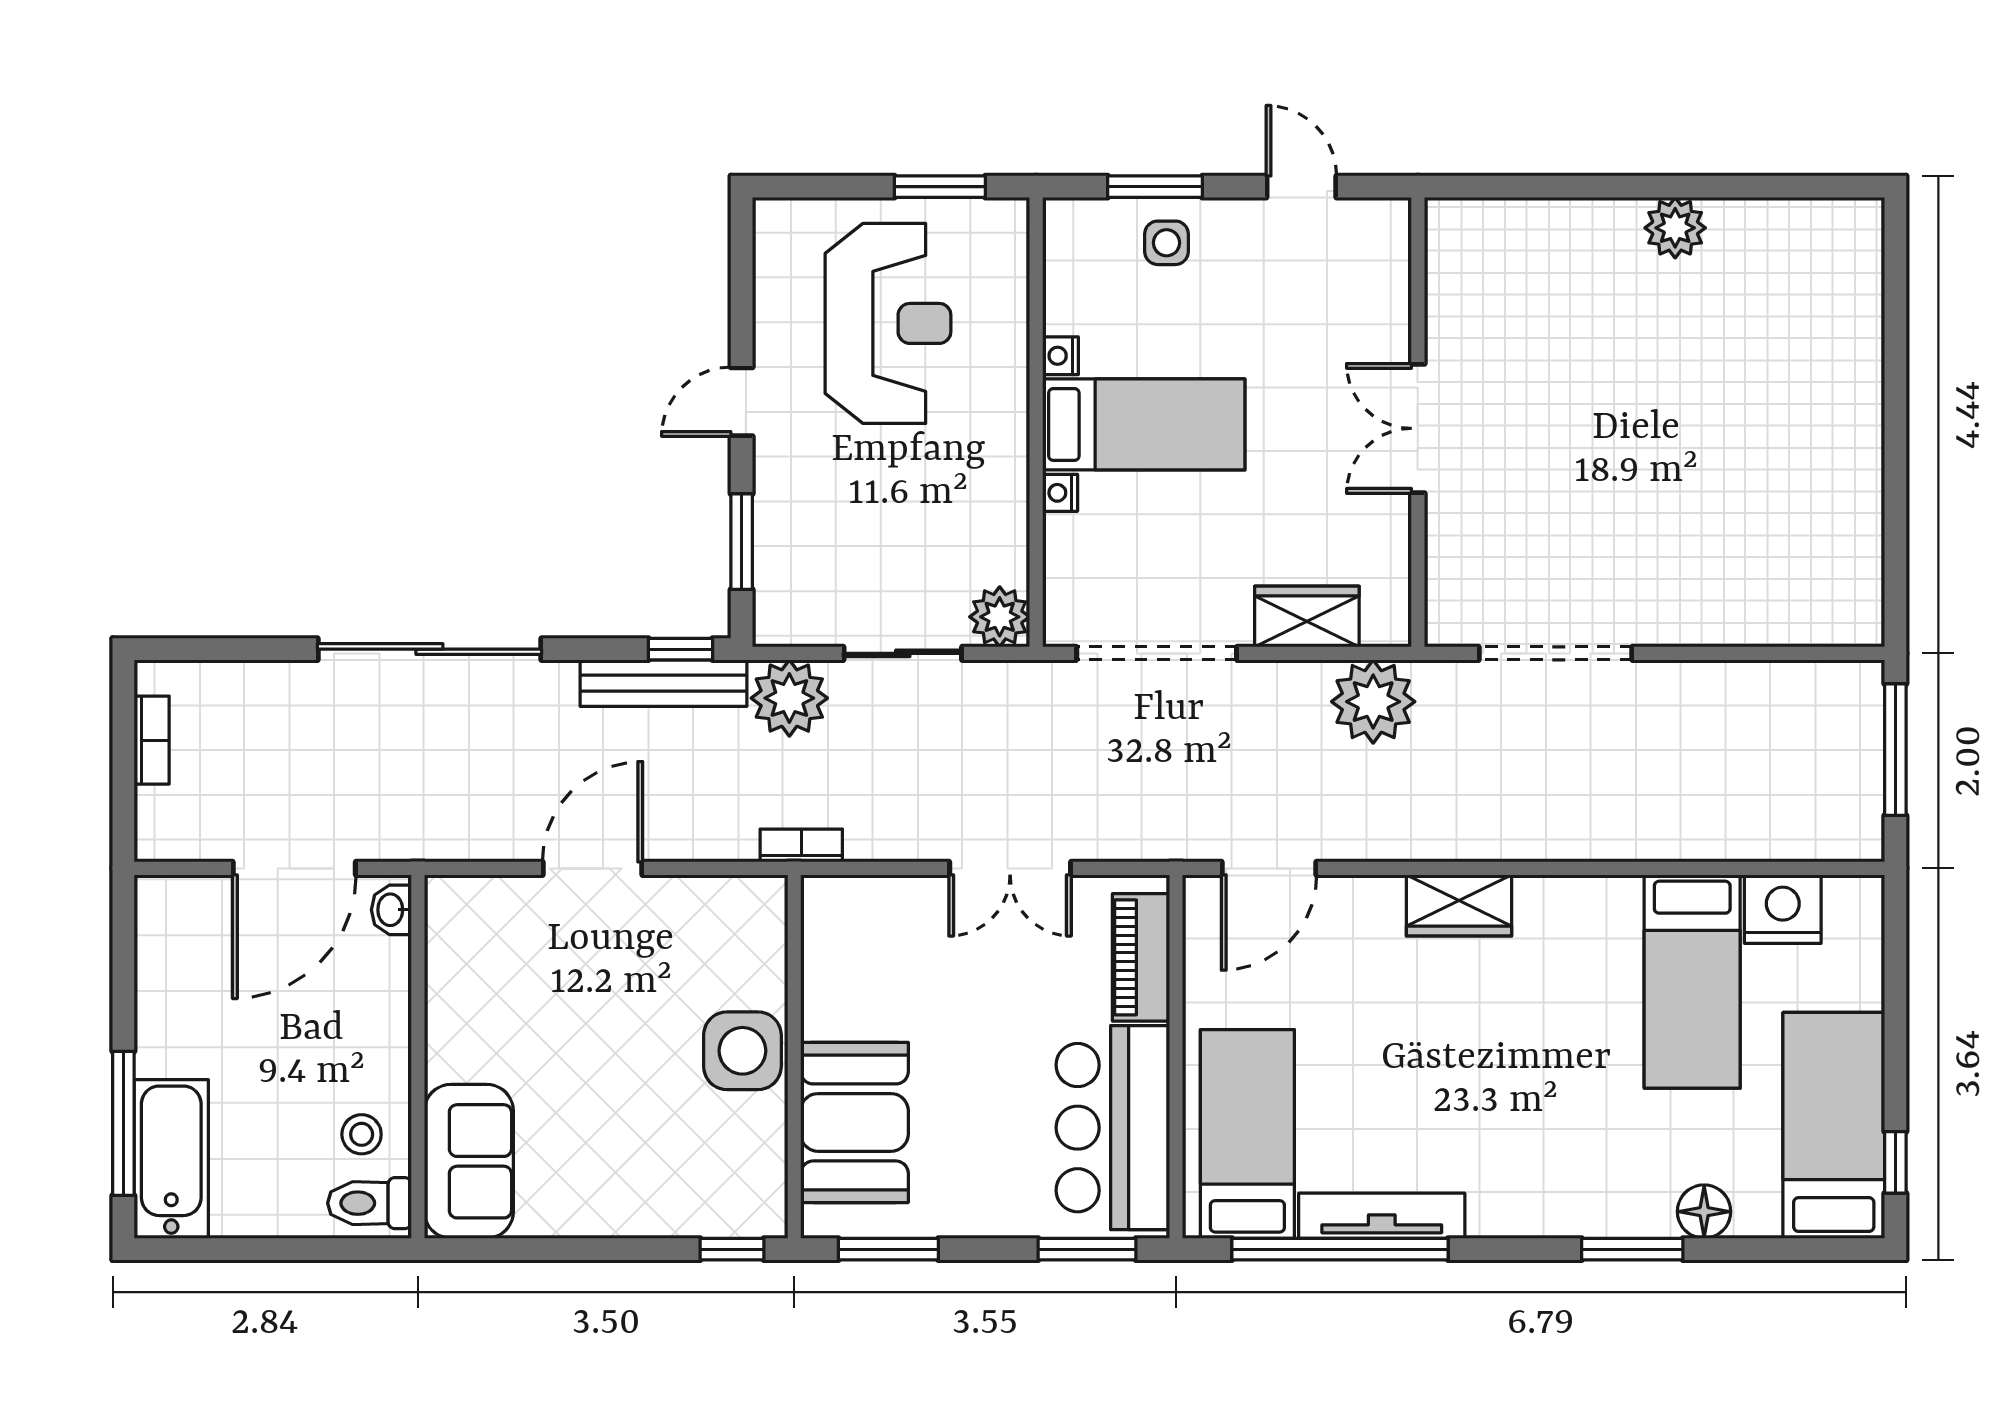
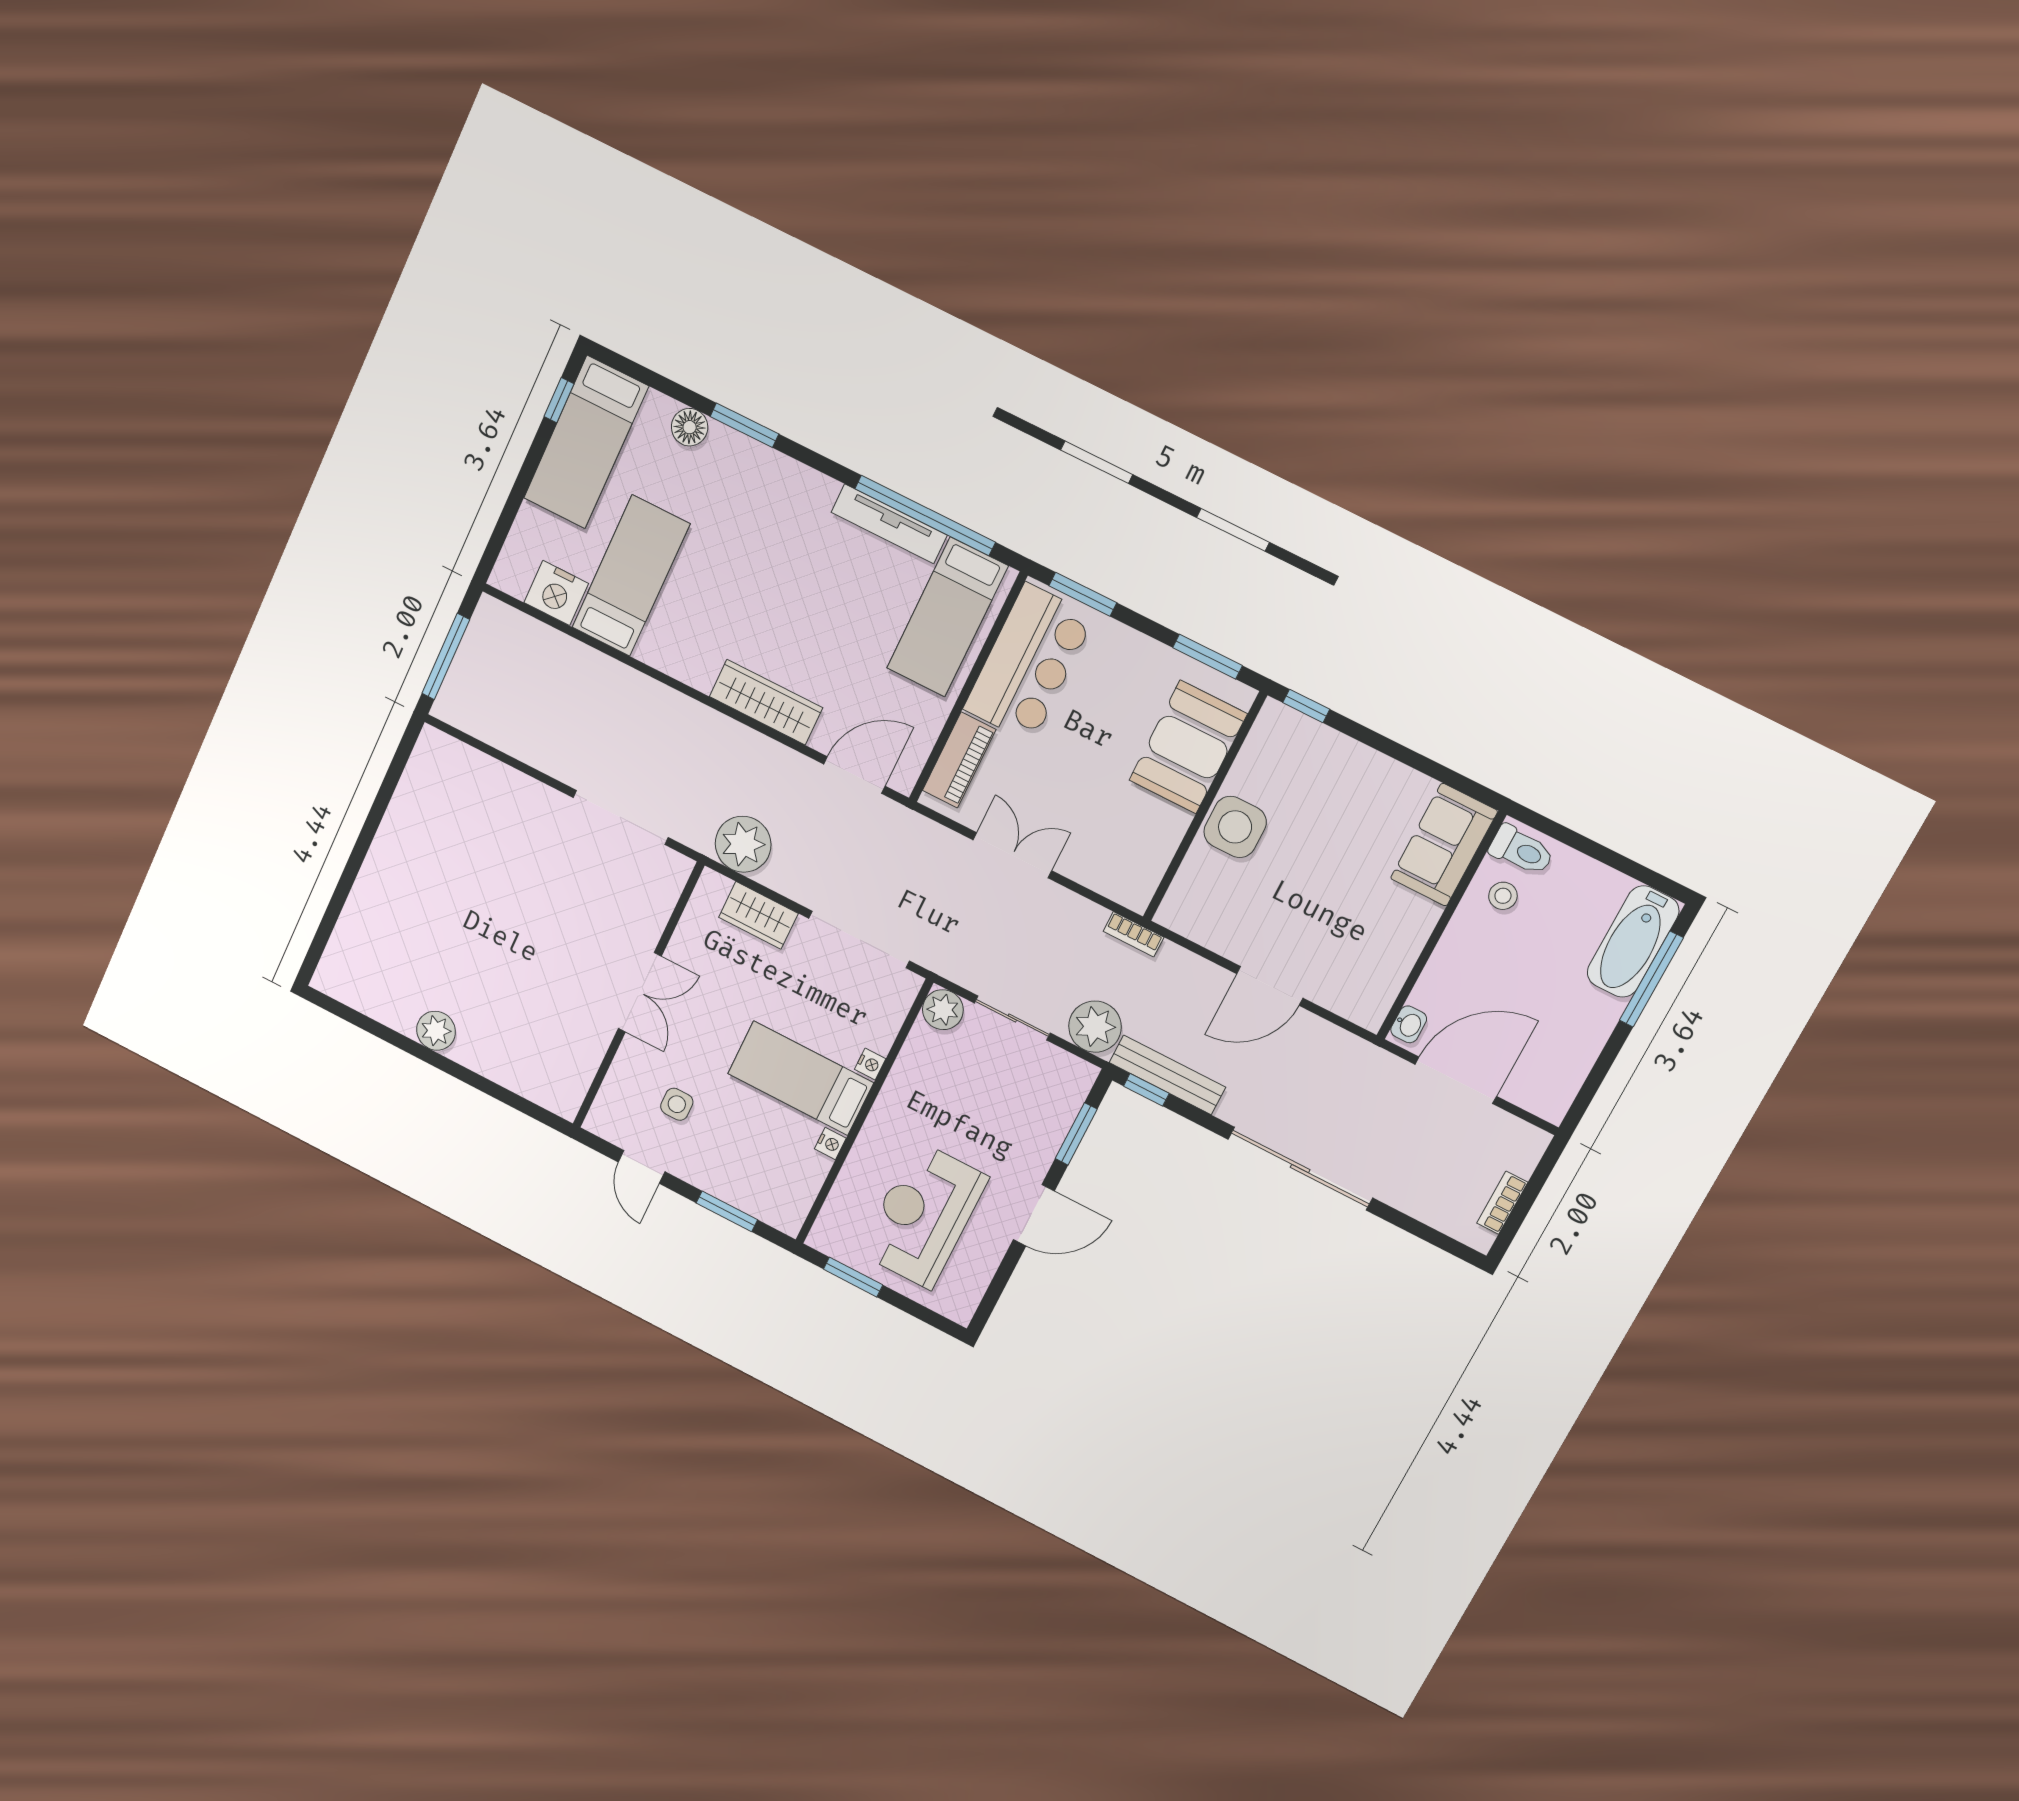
side table: (1167, 243) -> (677, 1104), moved
door: (742, 402) -> (1034, 1215), width x1.38
wardrobe: (1459, 905) -> (766, 702), width x1.50

